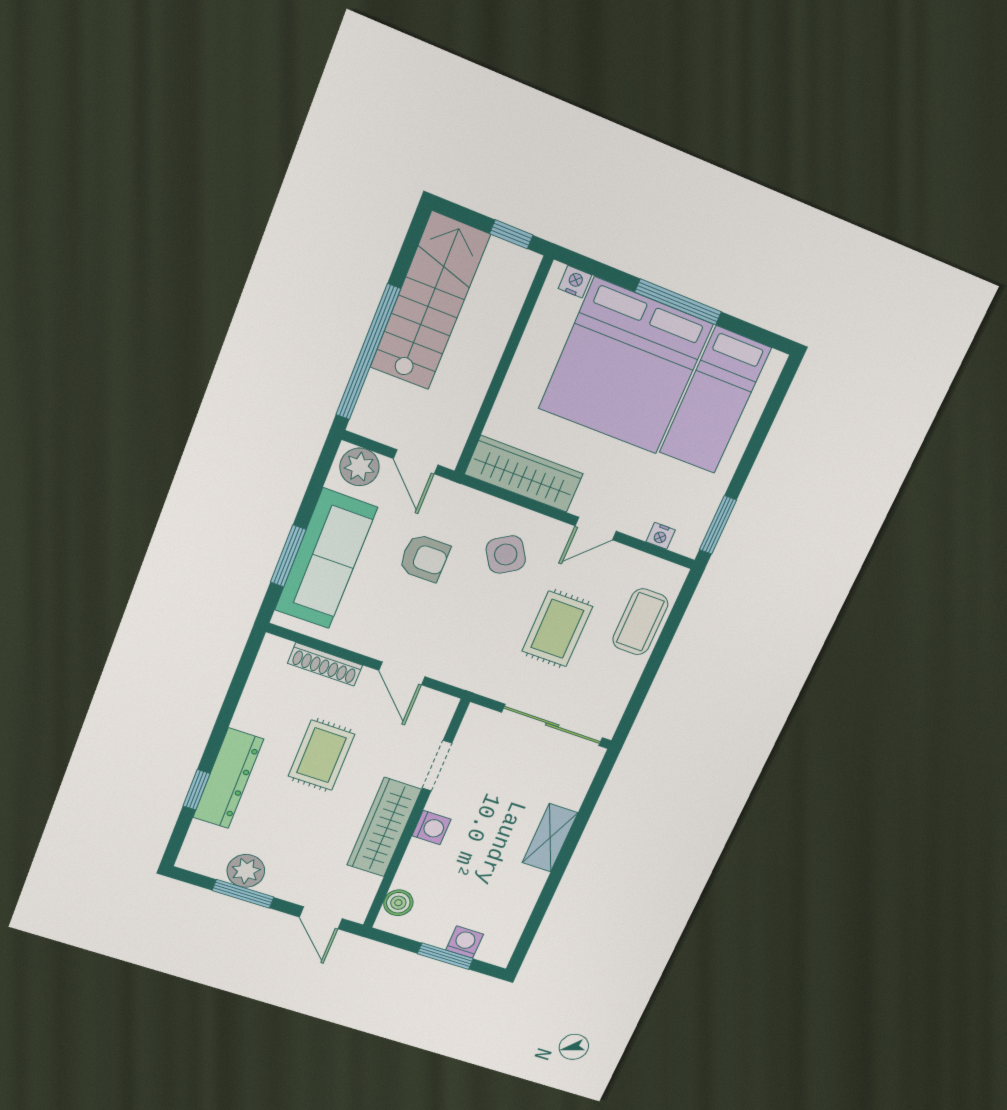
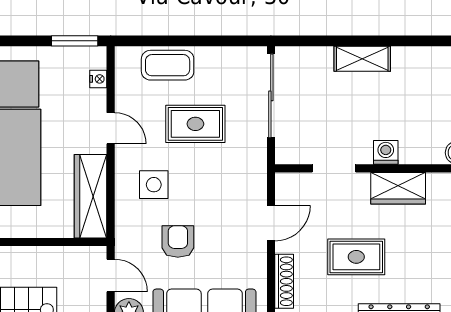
door: (416, 462) -> (111, 275), hinge flipped
side table: (506, 555) -> (154, 185), turned 32
wardrobe: (384, 827) -> (398, 188), width x0.67

